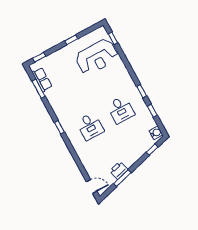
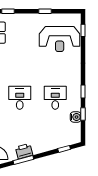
desk: (121, 110) -> (55, 98), turned 180
desk: (90, 126) -> (20, 98), turned 180
water cooler: (156, 133) -> (76, 117), moved

